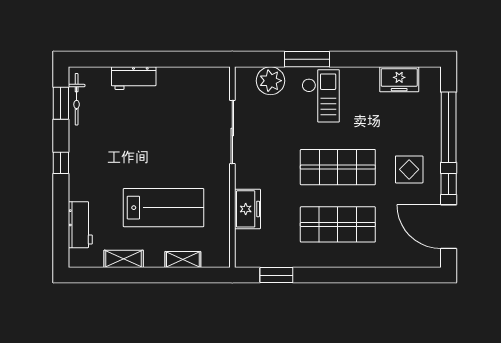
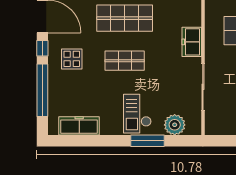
freezer: (399, 79) -> (79, 126), width x1.40
shop shelf: (338, 167) -> (125, 61), width x0.70, depth x0.74
freezer: (247, 209) -> (192, 42), moved

